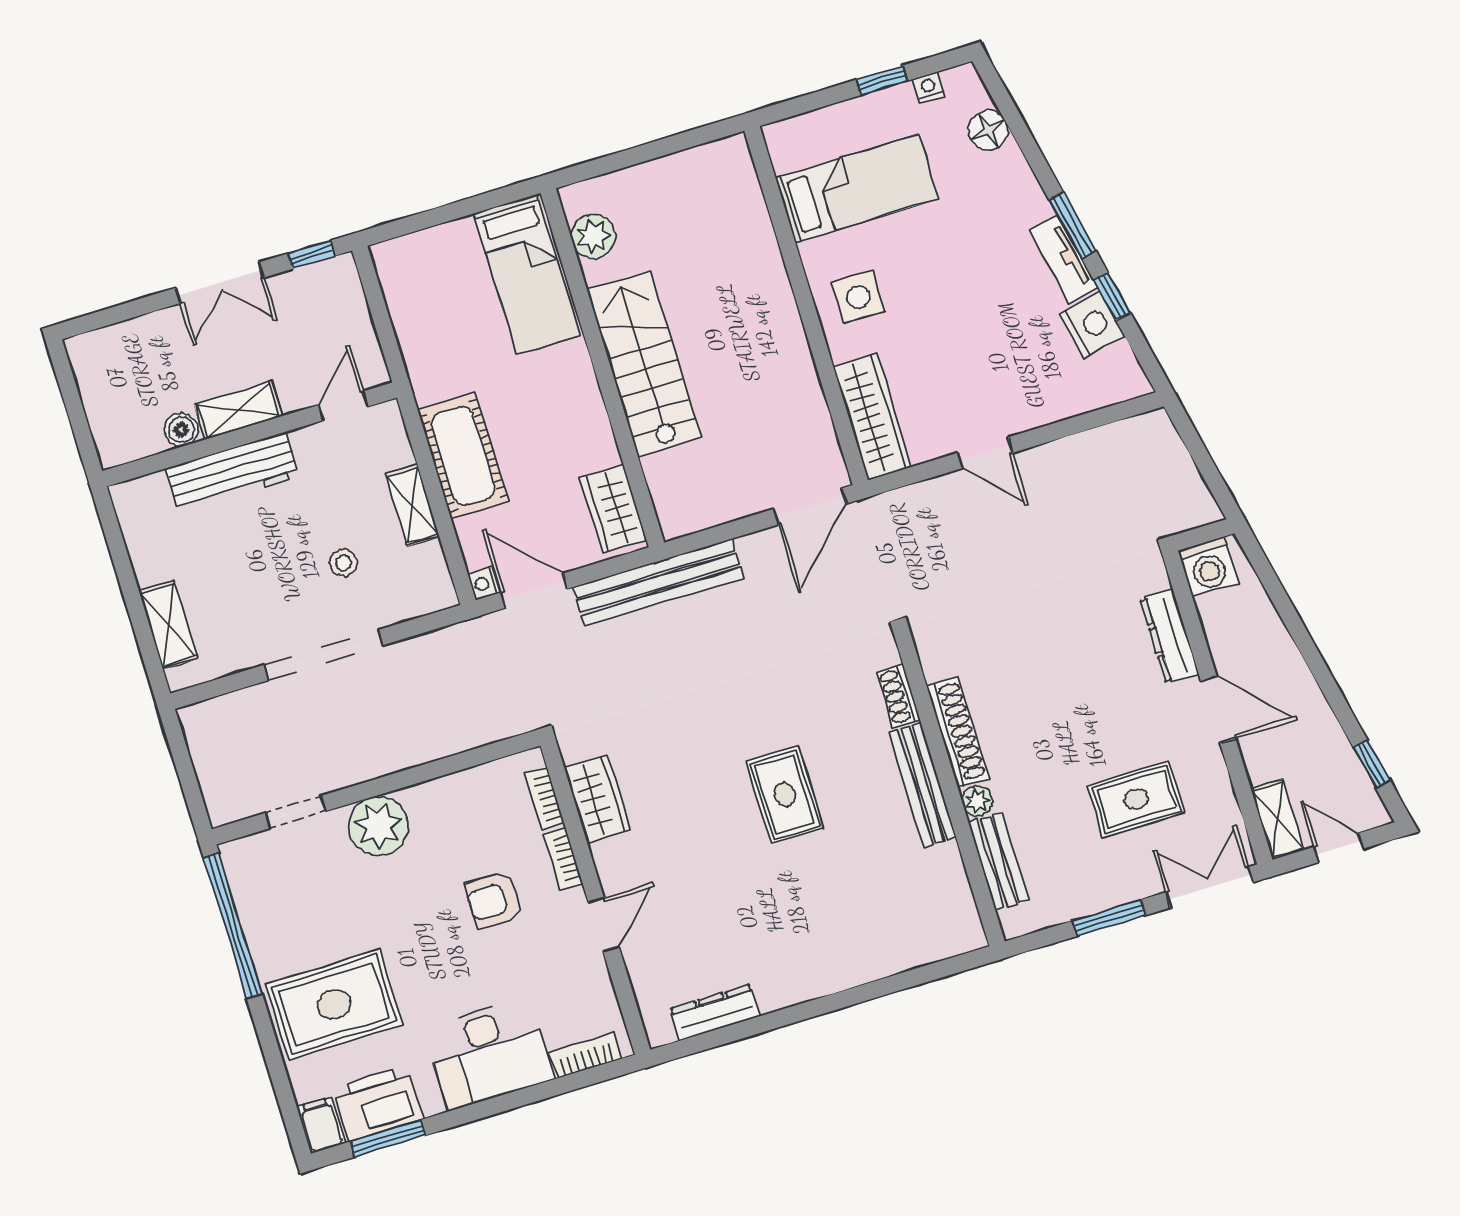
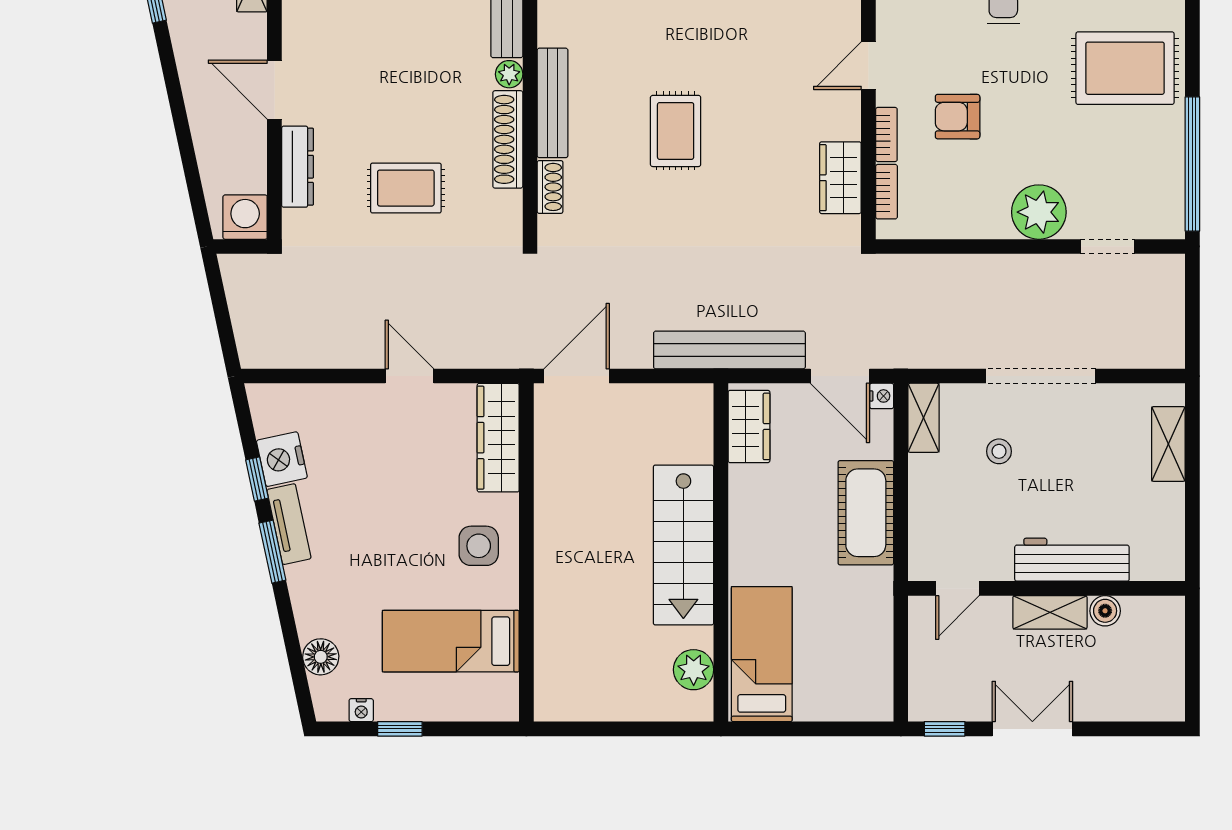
shelving: (412, 505) -> (924, 418), moved
rug: (1136, 799) -> (406, 188), moved
armchair: (494, 900) -> (958, 117), turned 180

